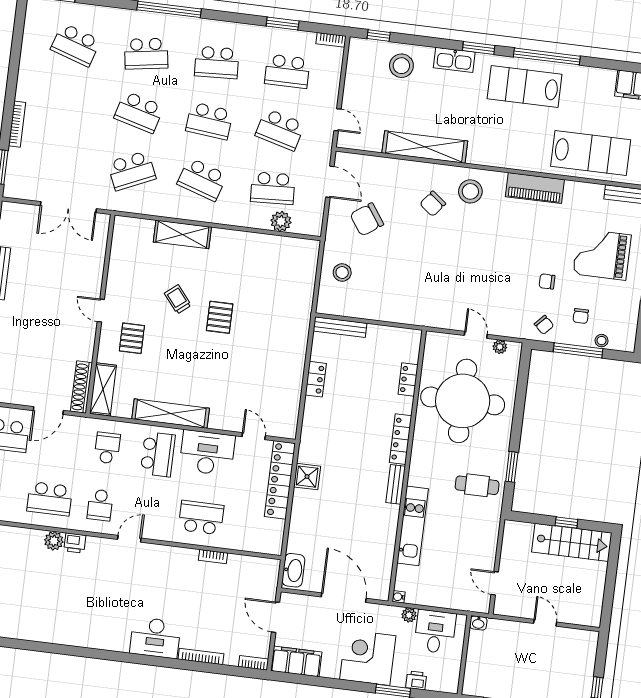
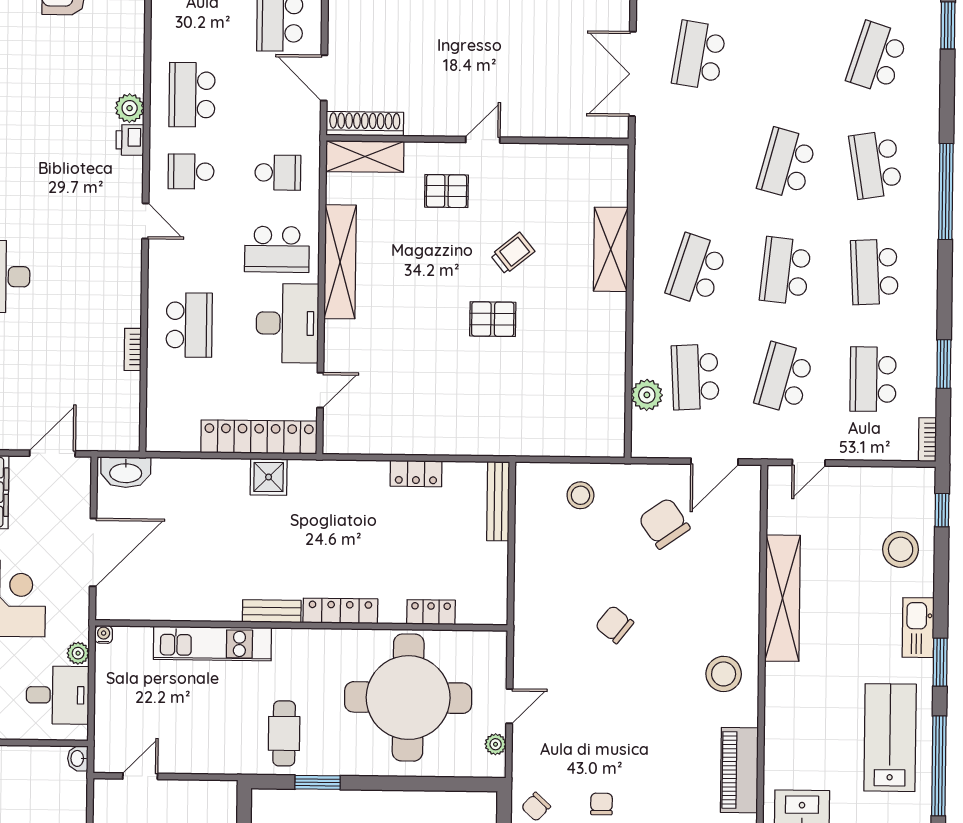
school desk: (132, 171) -> (699, 55), moved, turned 33
chair: (433, 204) -> (614, 624), moved

